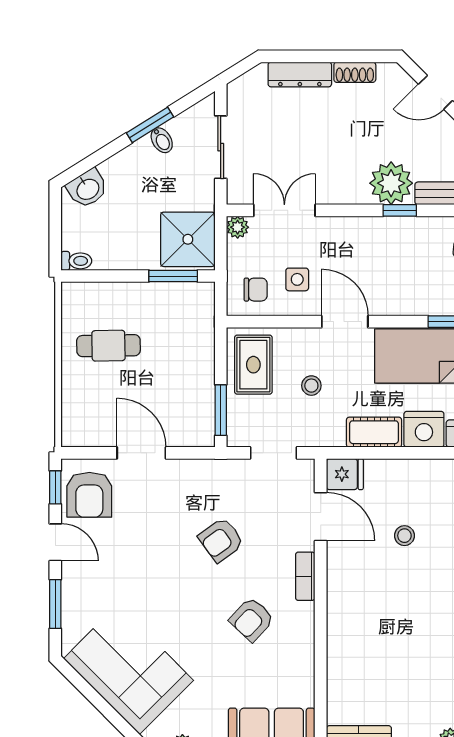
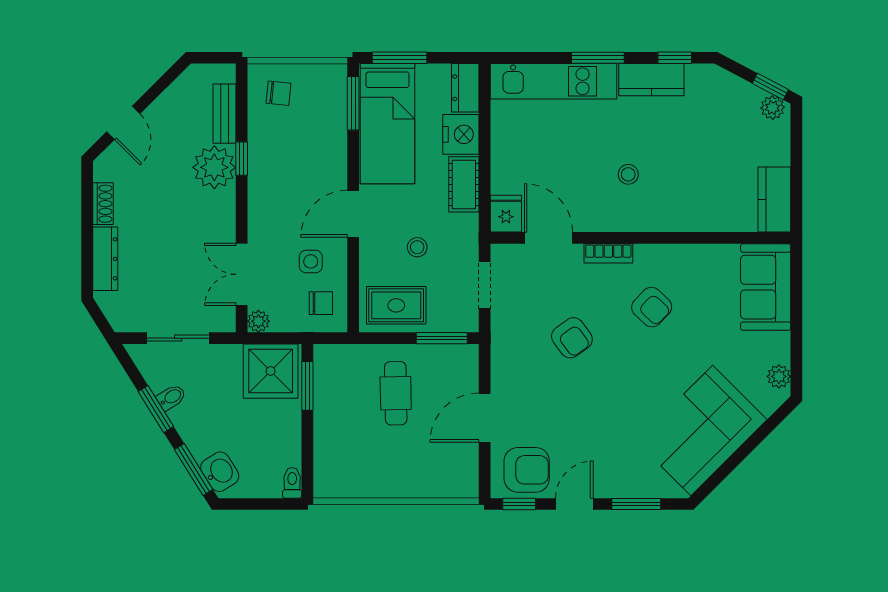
window: (90, 163) -> (194, 469), added
chair: (256, 290) -> (321, 303), turned 90
cafe table: (108, 346) -> (396, 393), moved
door: (321, 517) -> (549, 238), hinge flipped
stool: (404, 536) -> (628, 174), moved

